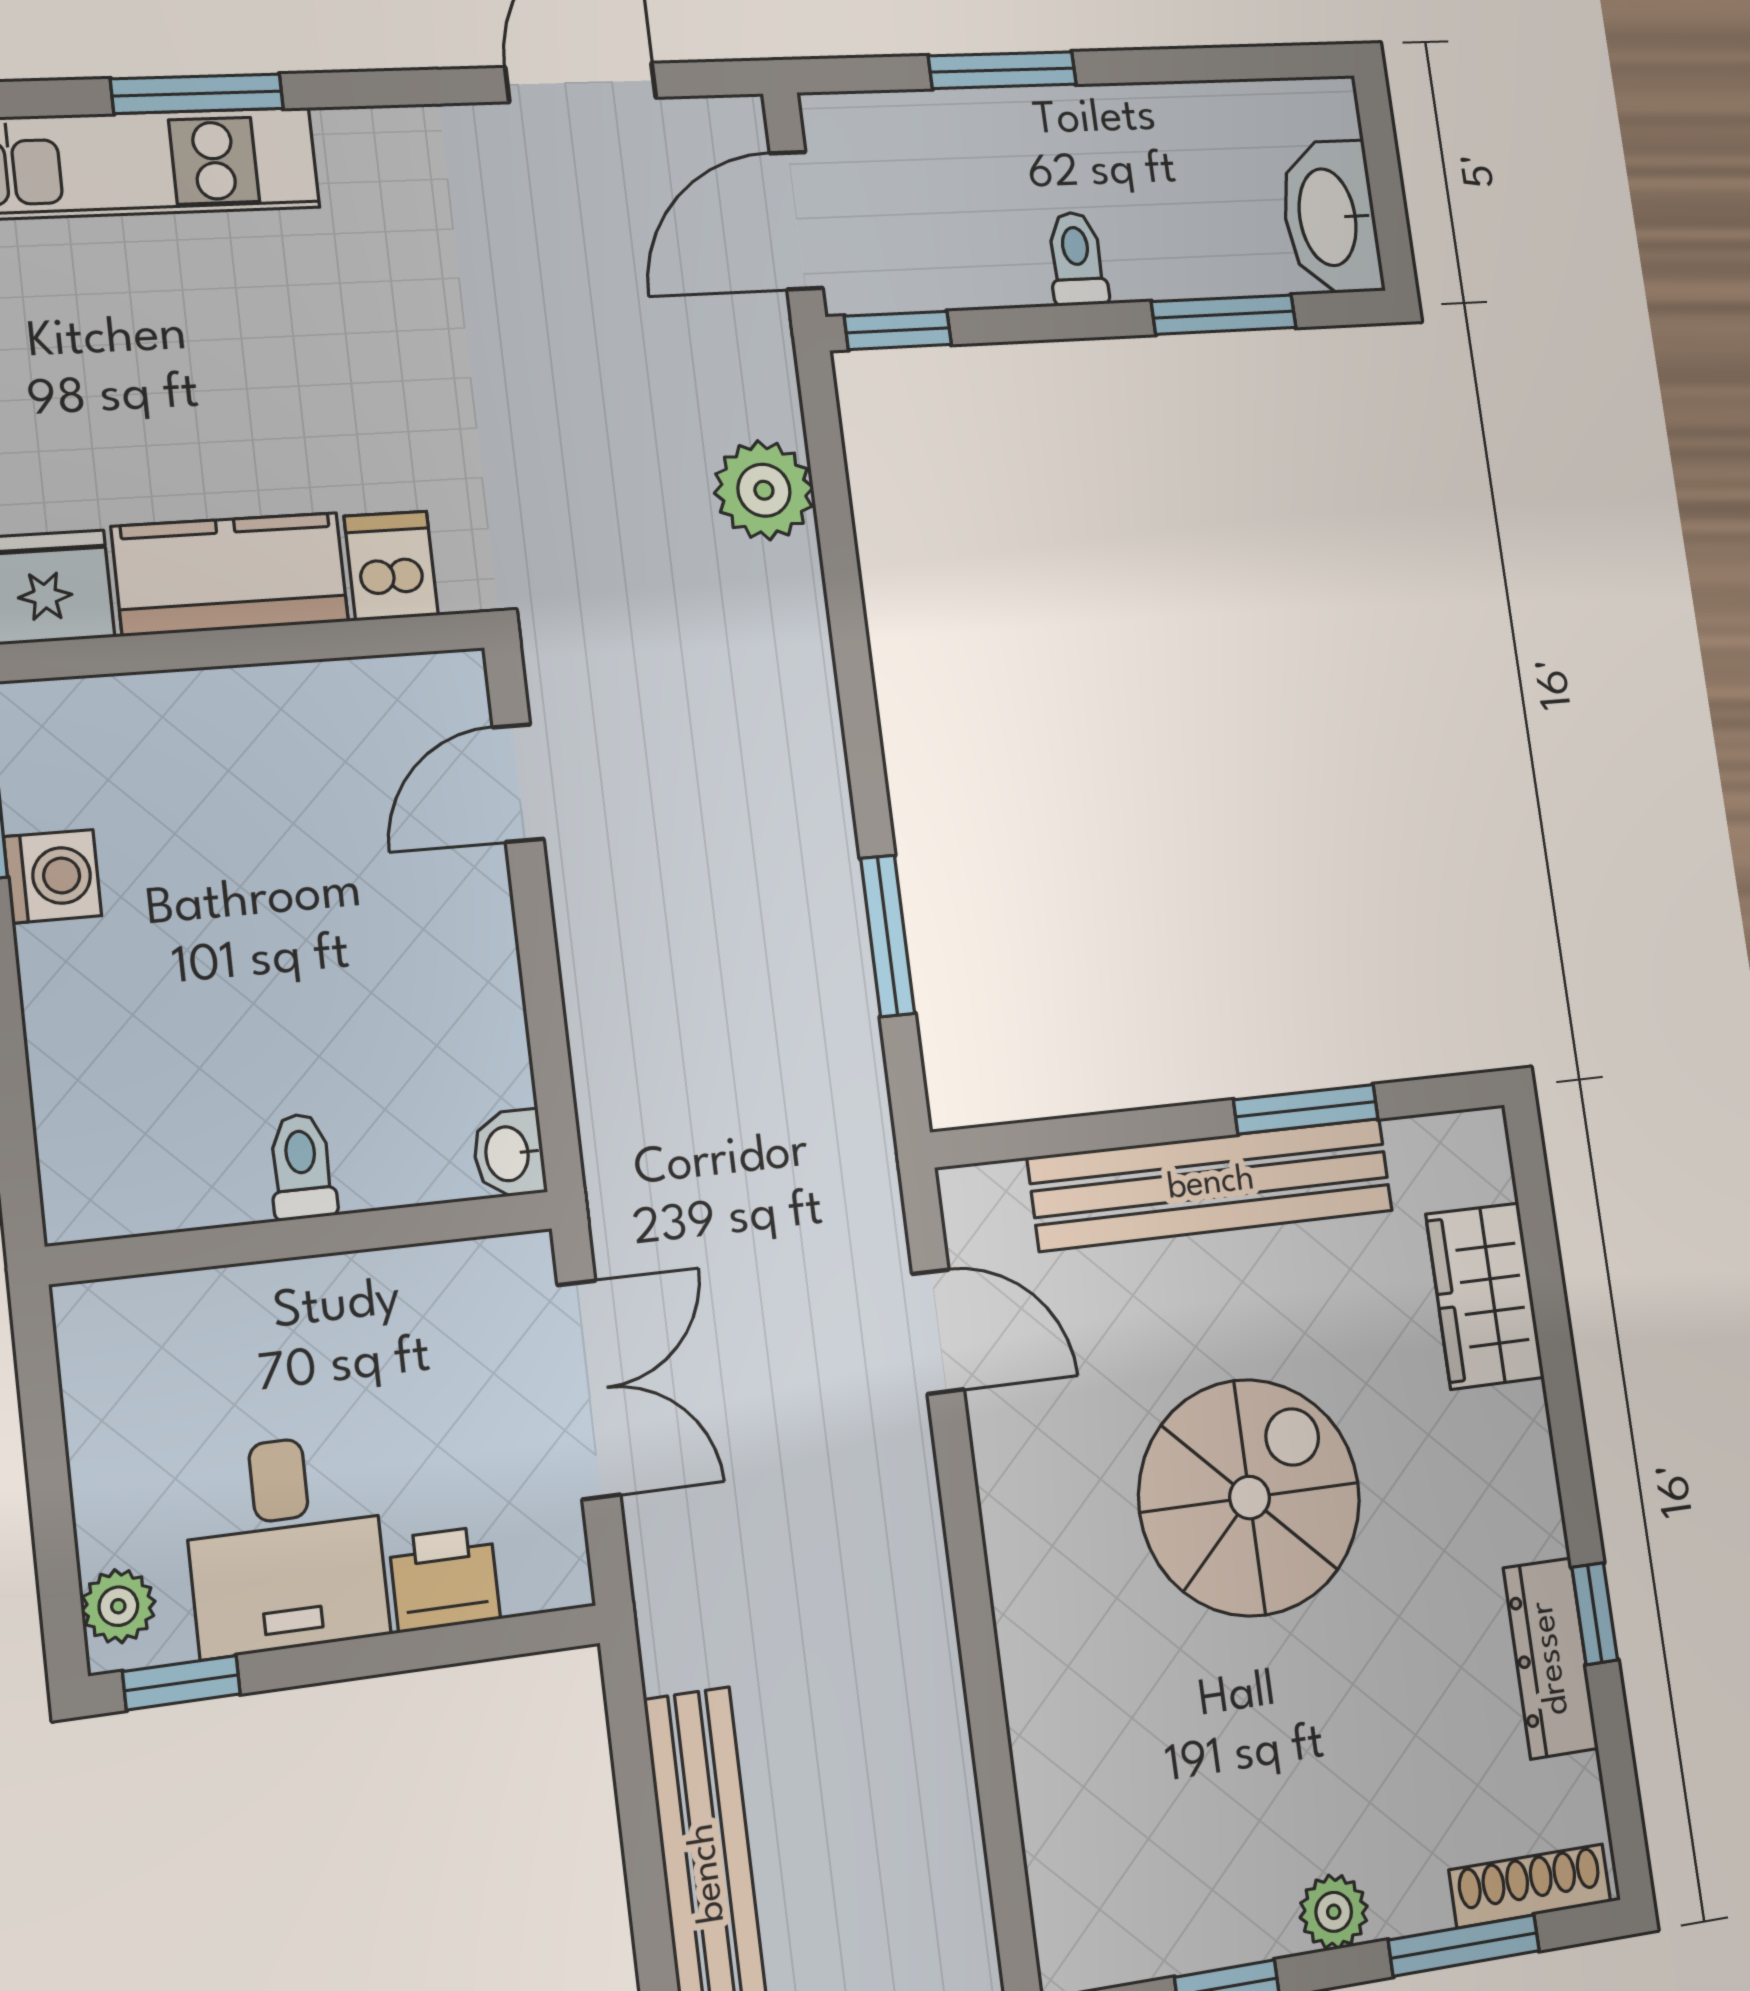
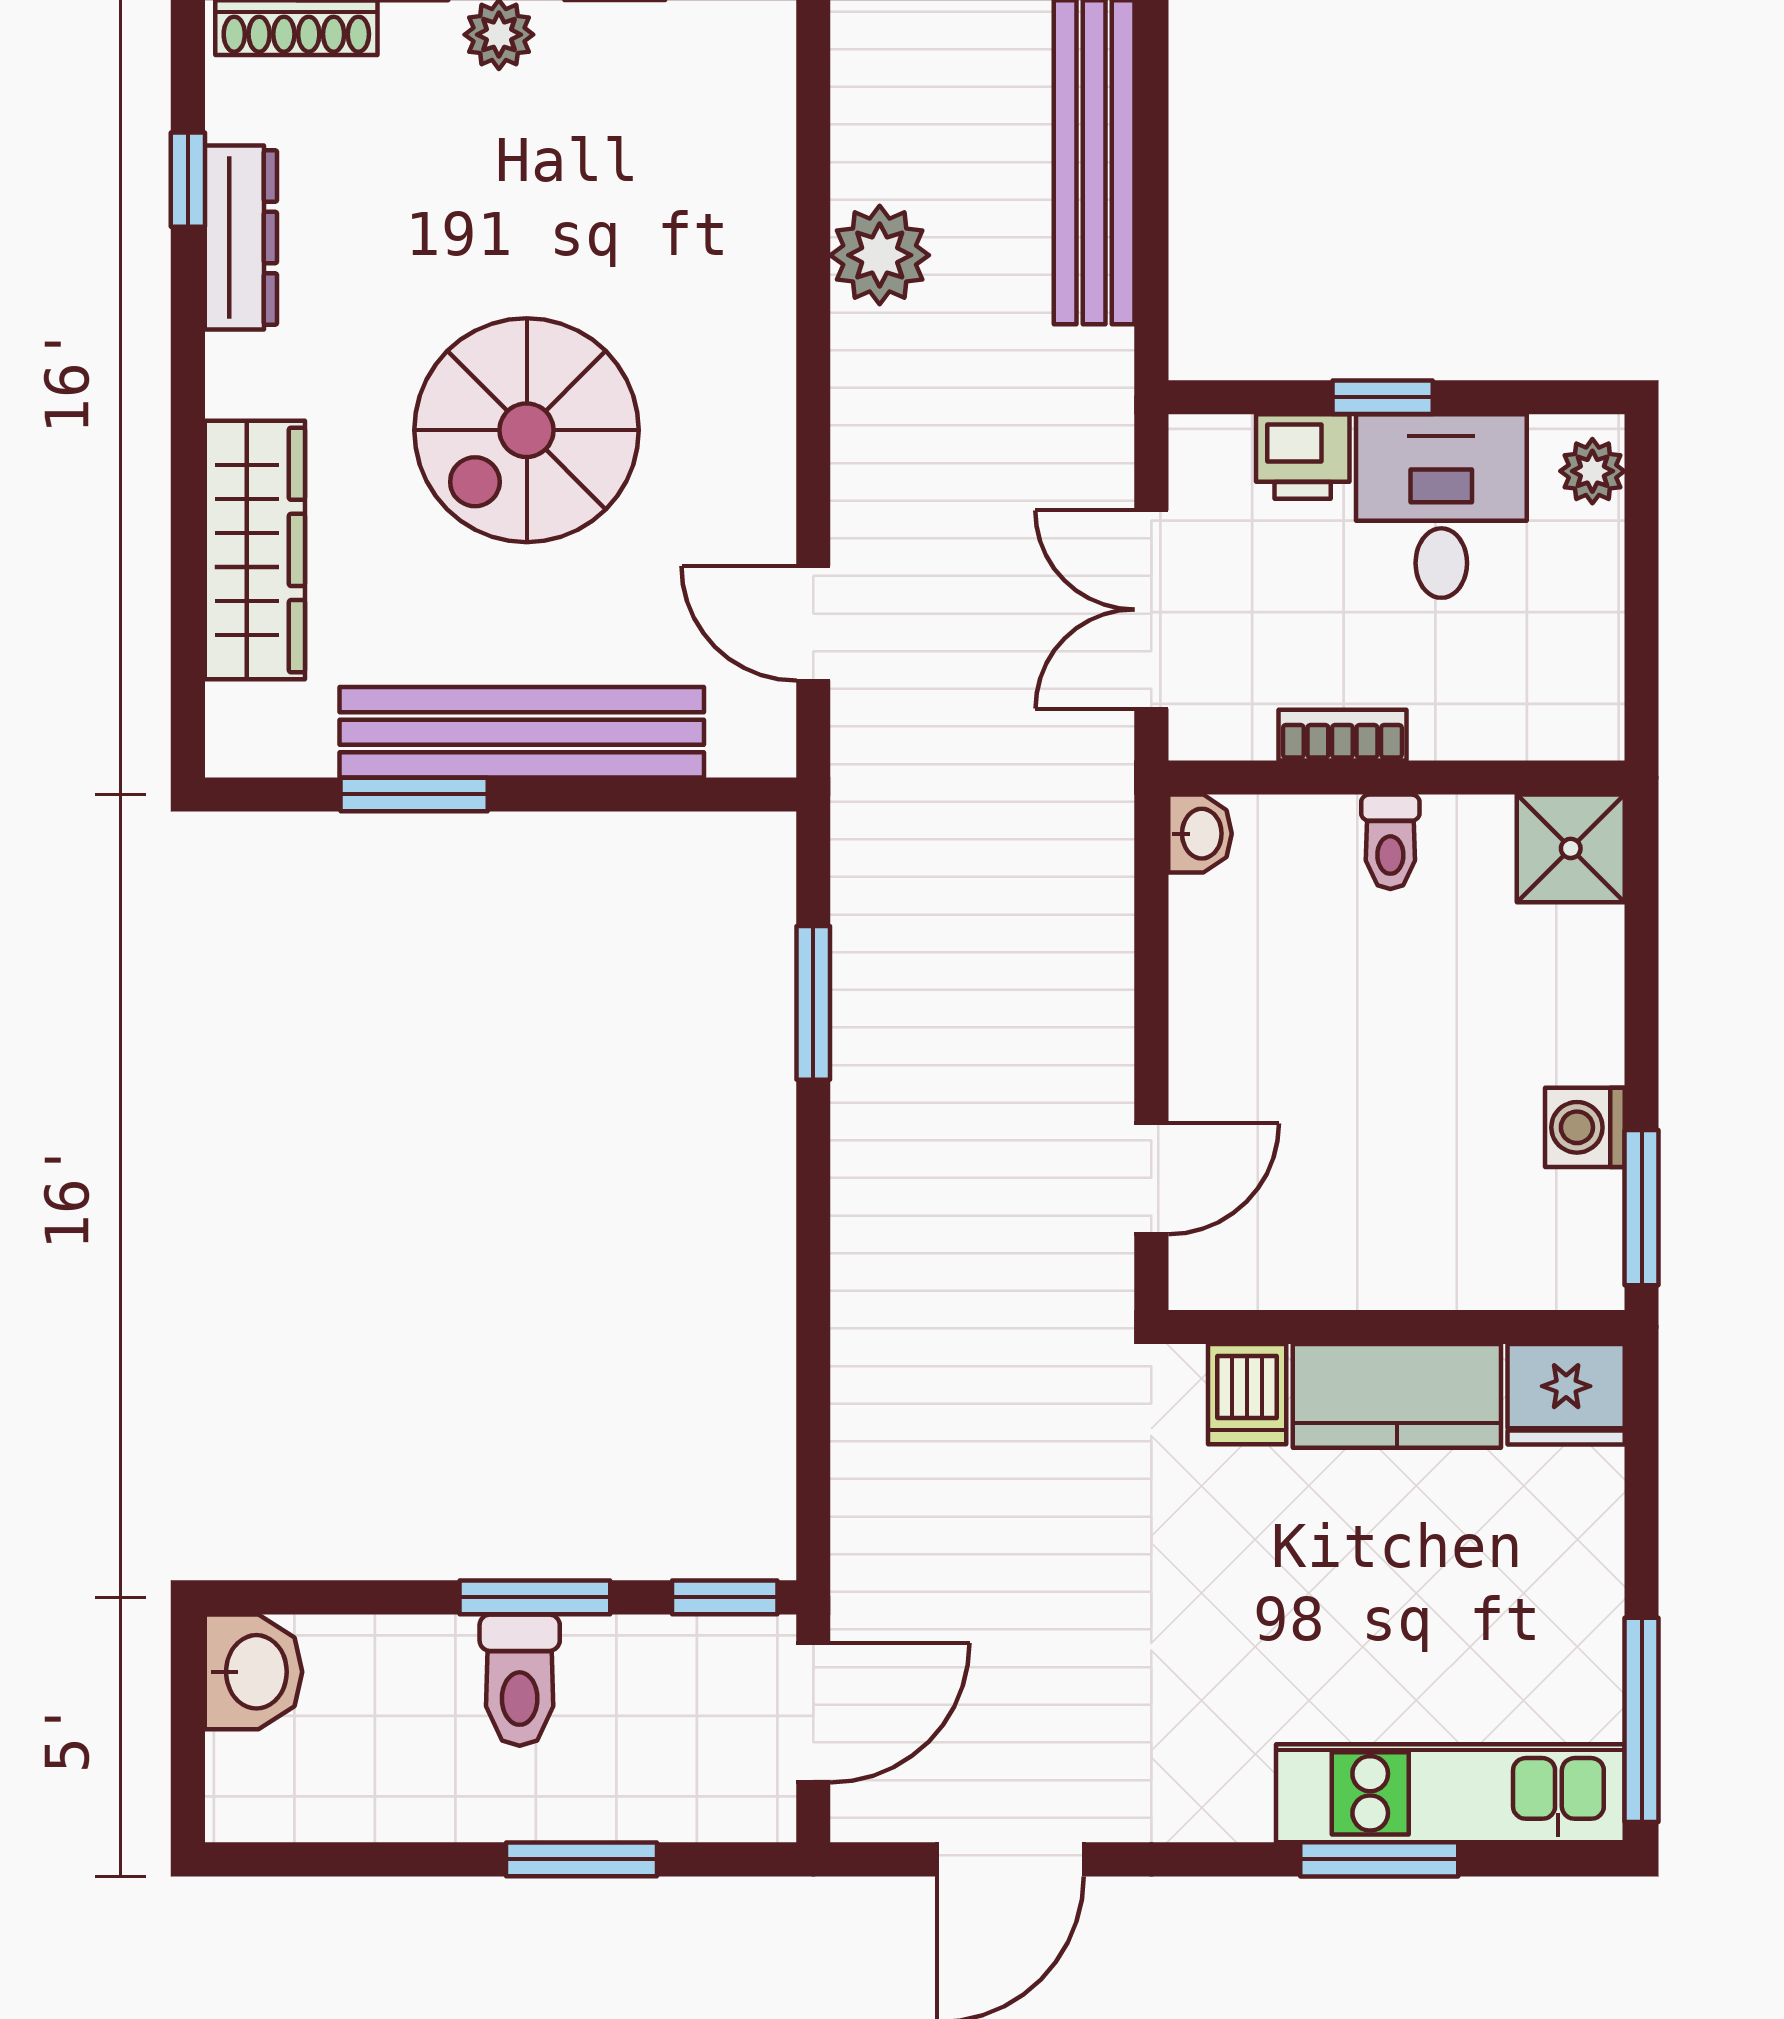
washbasin: (1330, 217) -> (253, 1672), width x0.72
toilet: (1077, 259) -> (520, 1680), width x1.37, depth x1.39
window: (1224, 315) -> (535, 1597), moved
plant: (764, 490) -> (880, 255), moved
shower: (100, 1180) -> (1571, 848), added
bookcase: (367, 1277) -> (1342, 735), added
wardrobe: (1485, 1296) -> (255, 550), width x1.50
window: (1595, 1614) -> (188, 180), moved
window: (182, 1683) -> (1383, 397), moved

